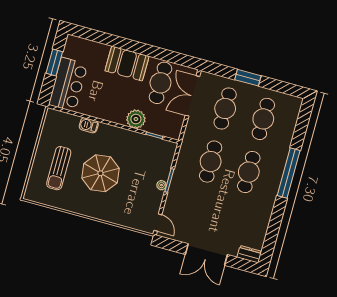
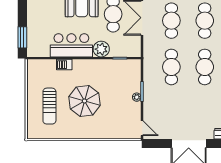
window: (54, 63) -> (22, 37), moved
bar counter: (68, 84) -> (71, 45), moved, turned -90

